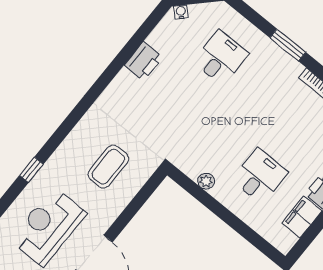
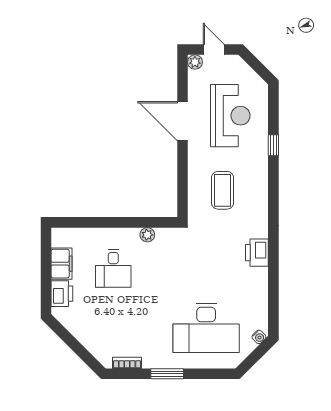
desk: (221, 58) -> (206, 328), width x1.87, depth x1.30
printer: (144, 61) -> (257, 253), moved

